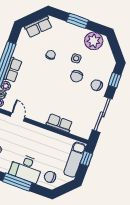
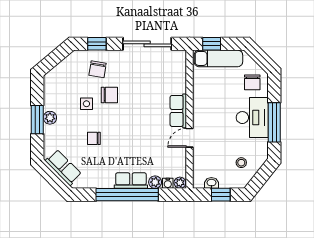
plant: (94, 41) -> (50, 118), moved, width x0.53, depth x0.53
chair: (97, 85) -> (98, 69), moved
door: (18, 117) -> (190, 138), moved
row of seats: (59, 123) -> (178, 111), moved

